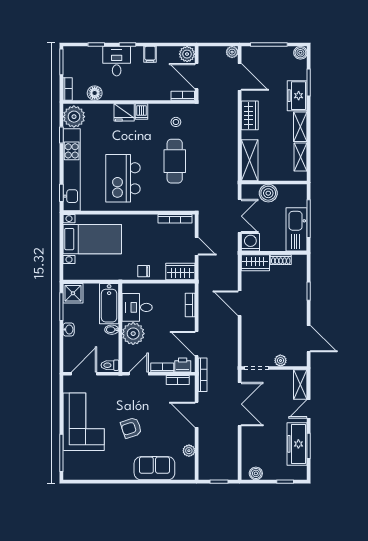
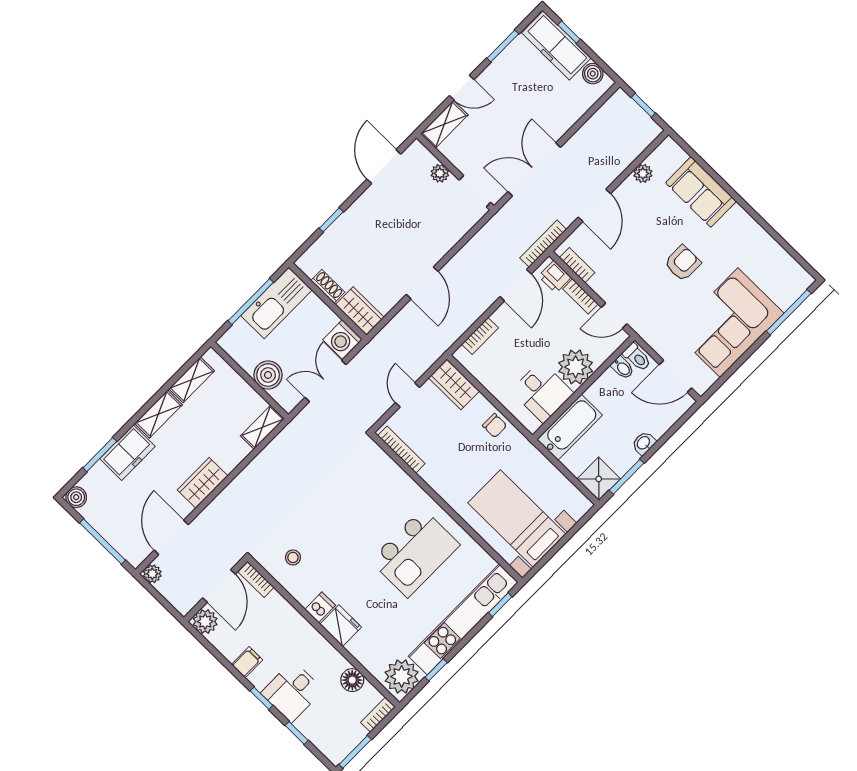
shelving: (250, 160) -> (262, 427), width x0.67, depth x0.75
cafe table: (175, 161) -> (338, 515), removed
bidet: (112, 330) -> (622, 368), moved
armchair: (131, 428) -> (683, 263), turned -72
freezer: (297, 444) -> (556, 45), moved, turned 90

